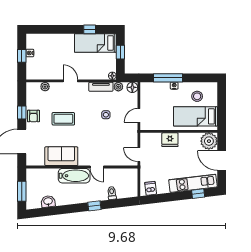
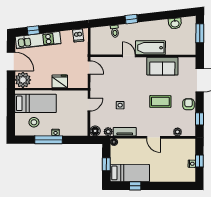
window: (168, 78) -> (49, 140), moved
window: (22, 112) -> (200, 119), moved

